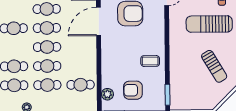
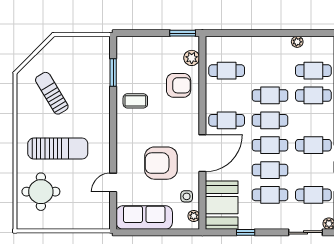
cafe table: (47, 85) -> (227, 120), moved
armchair: (133, 90) -> (179, 85), moved
window: (167, 95) -> (113, 72), moved

